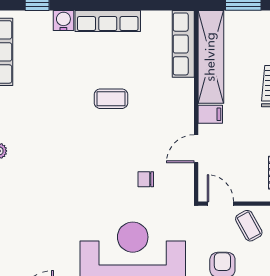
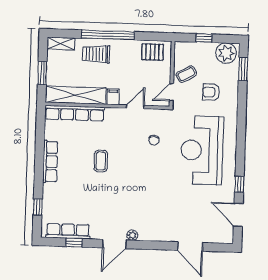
water cooler: (63, 21) -> (49, 190), removed
row of seats: (183, 44) -> (75, 113), width x1.36
door: (196, 149) -> (135, 107), swing flipped

